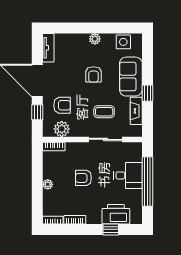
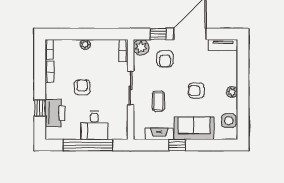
plant: (62, 129) -> (141, 47), moved
sliding door: (106, 139) -> (131, 88), moved
armchair: (83, 178) -> (82, 87), moved

